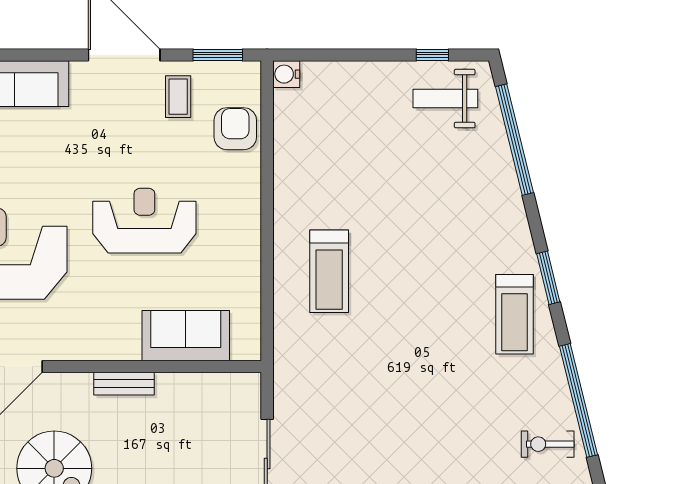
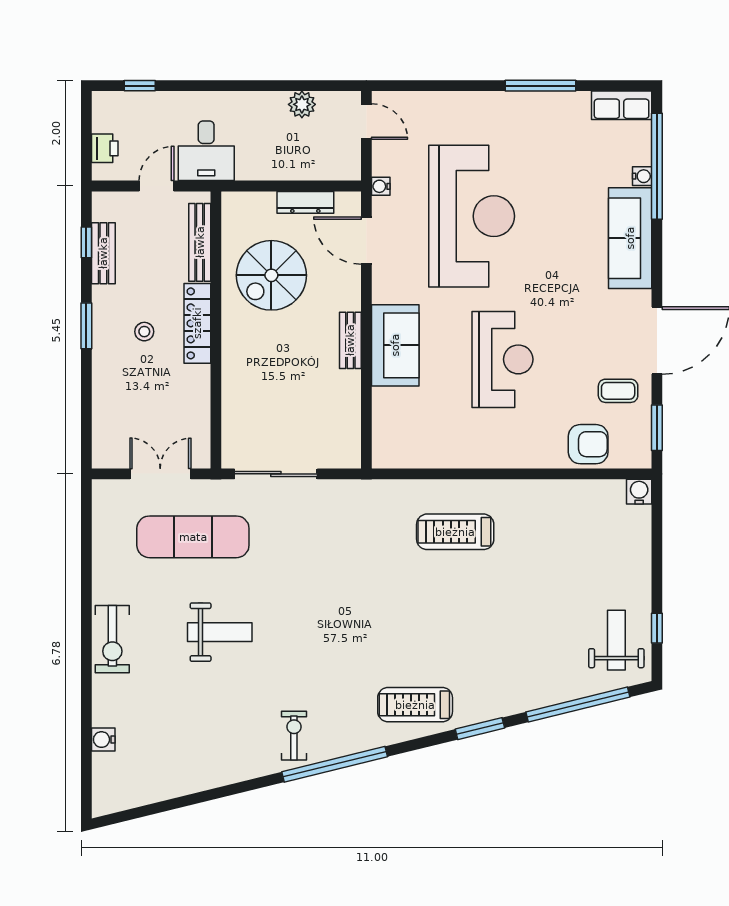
window: (548, 278) -> (480, 729), moved
sofa: (186, 336) -> (395, 345), moved

